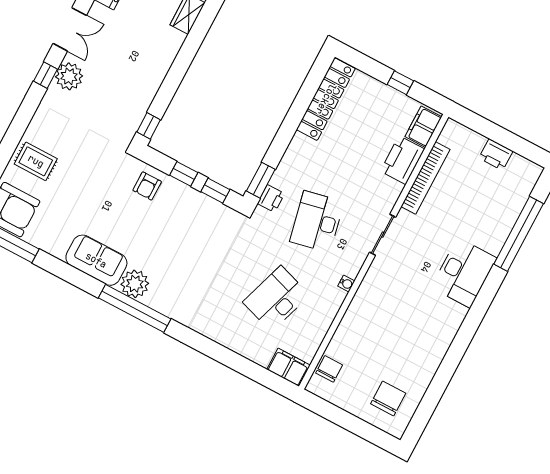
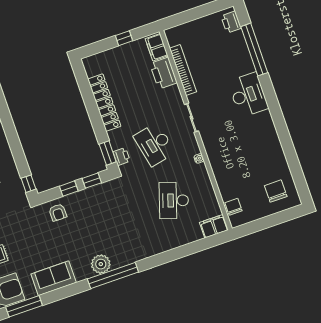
locker: (326, 99) -> (104, 103), moved
printer: (496, 155) -> (231, 22), moved, turned 90
sofa: (96, 260) -> (54, 278), moved

